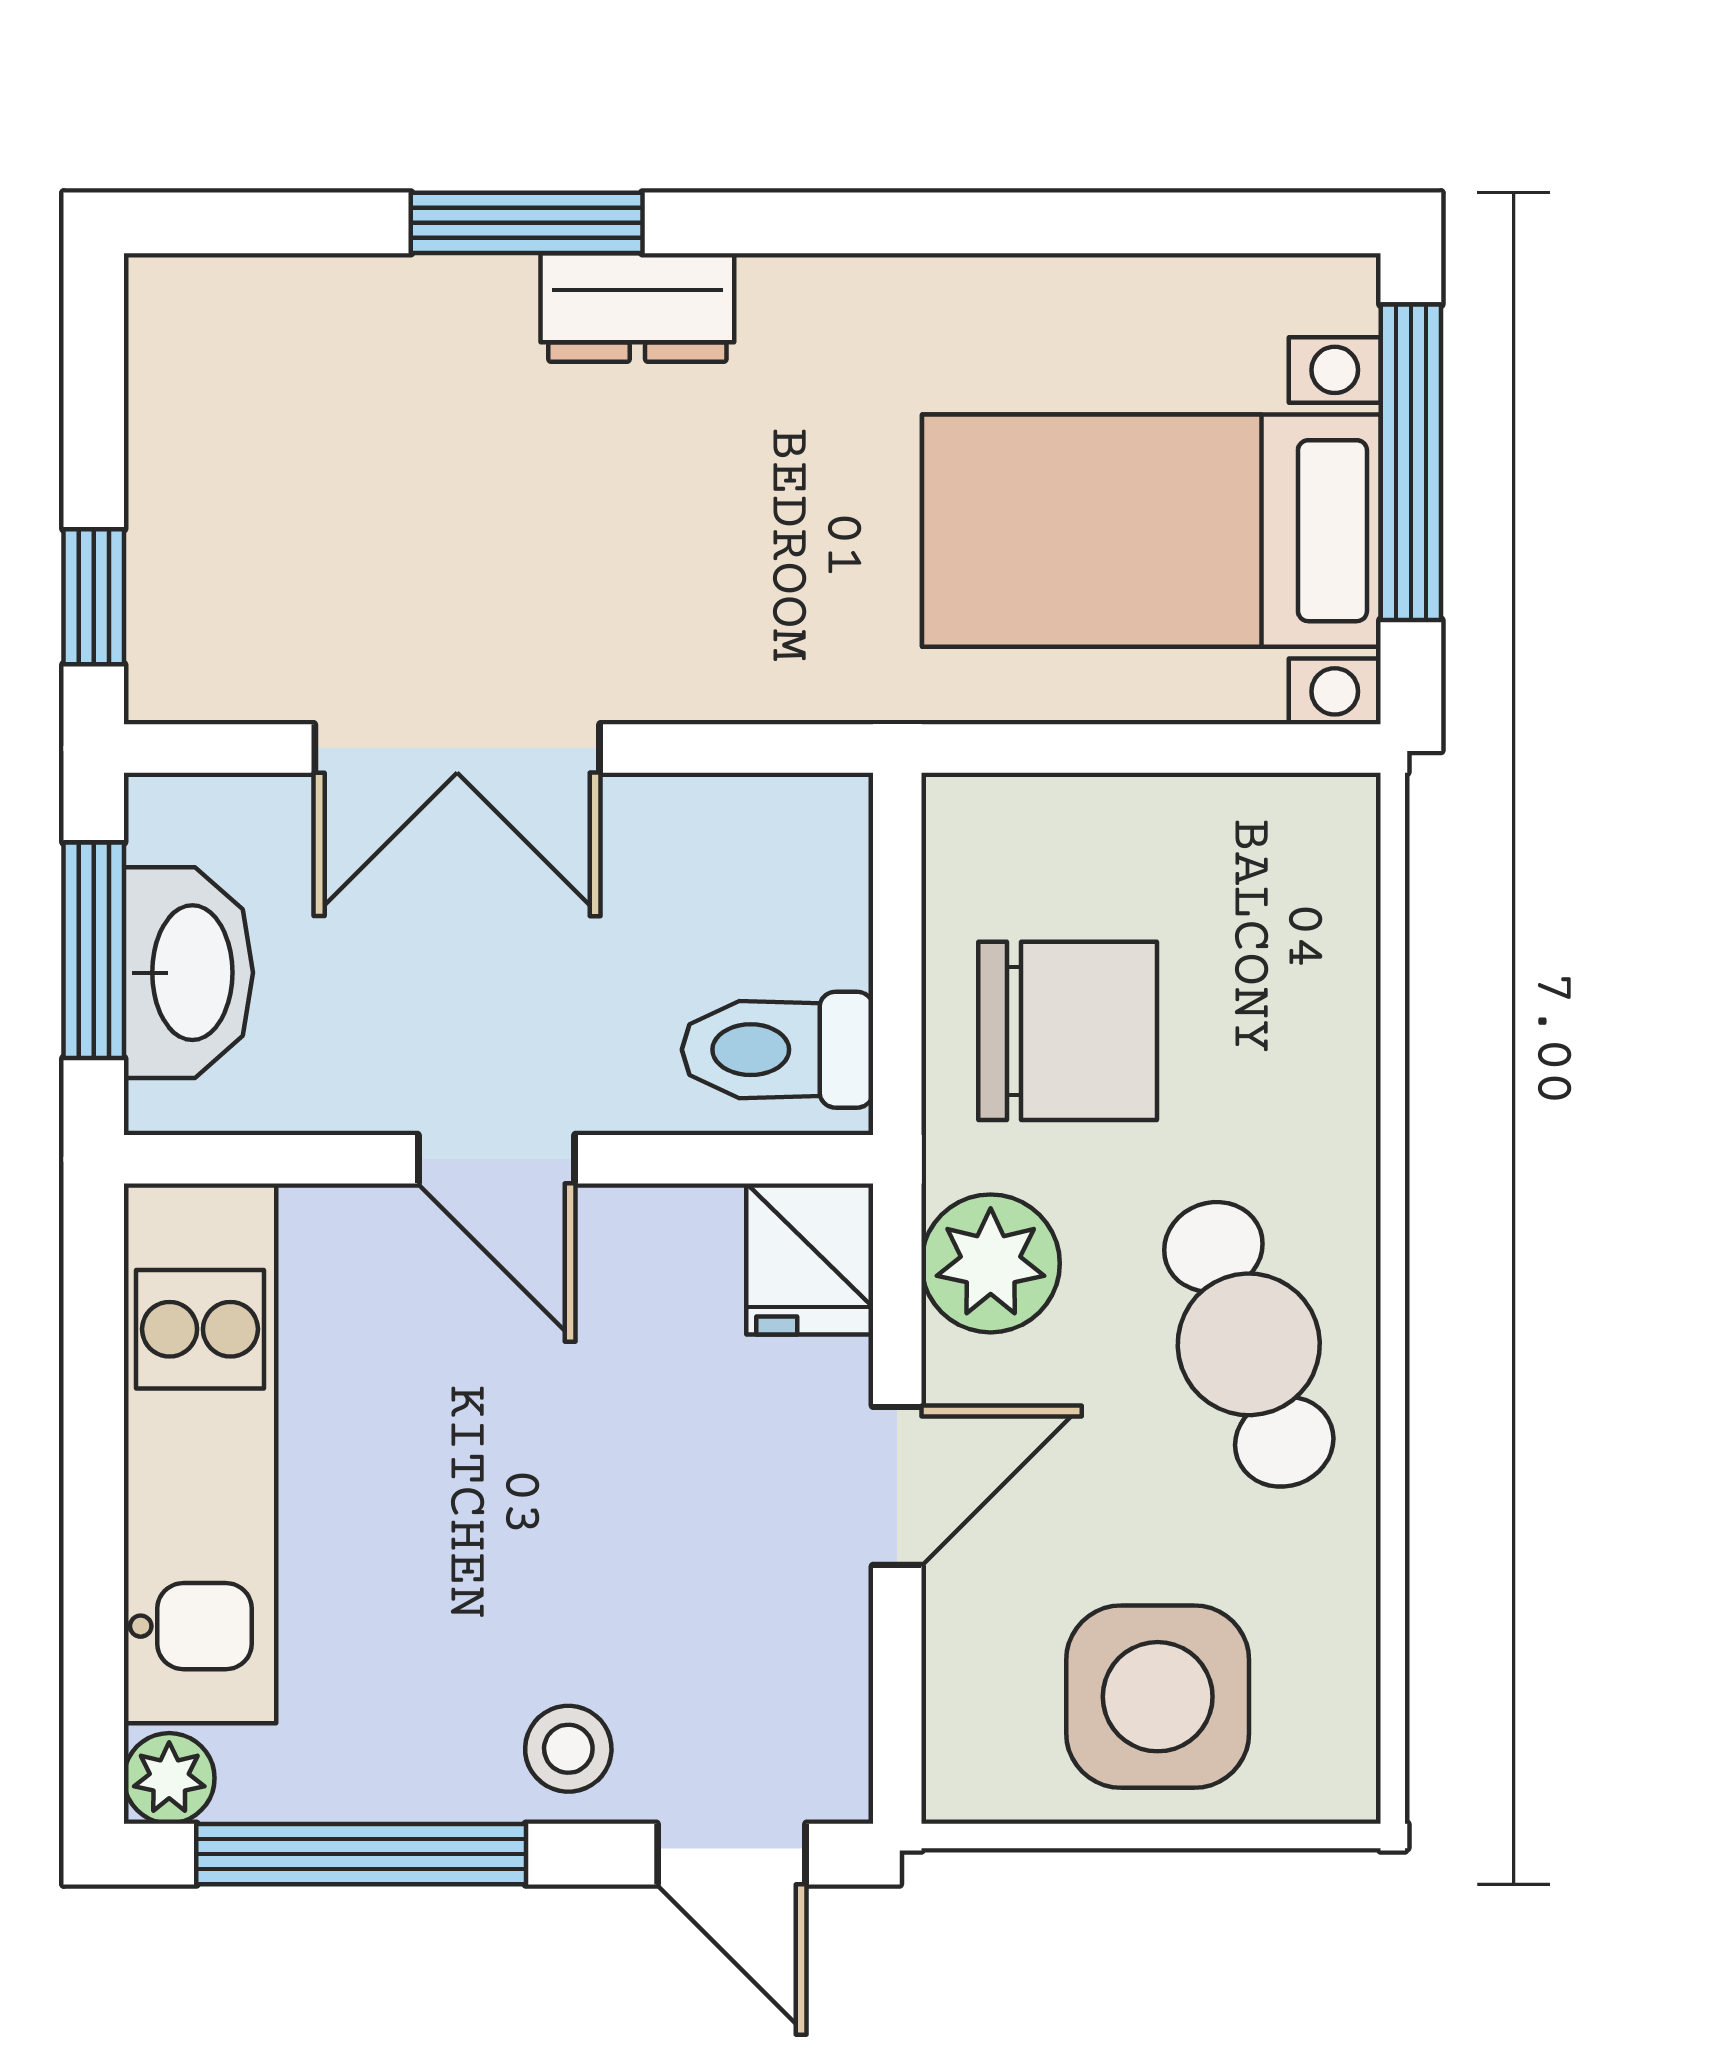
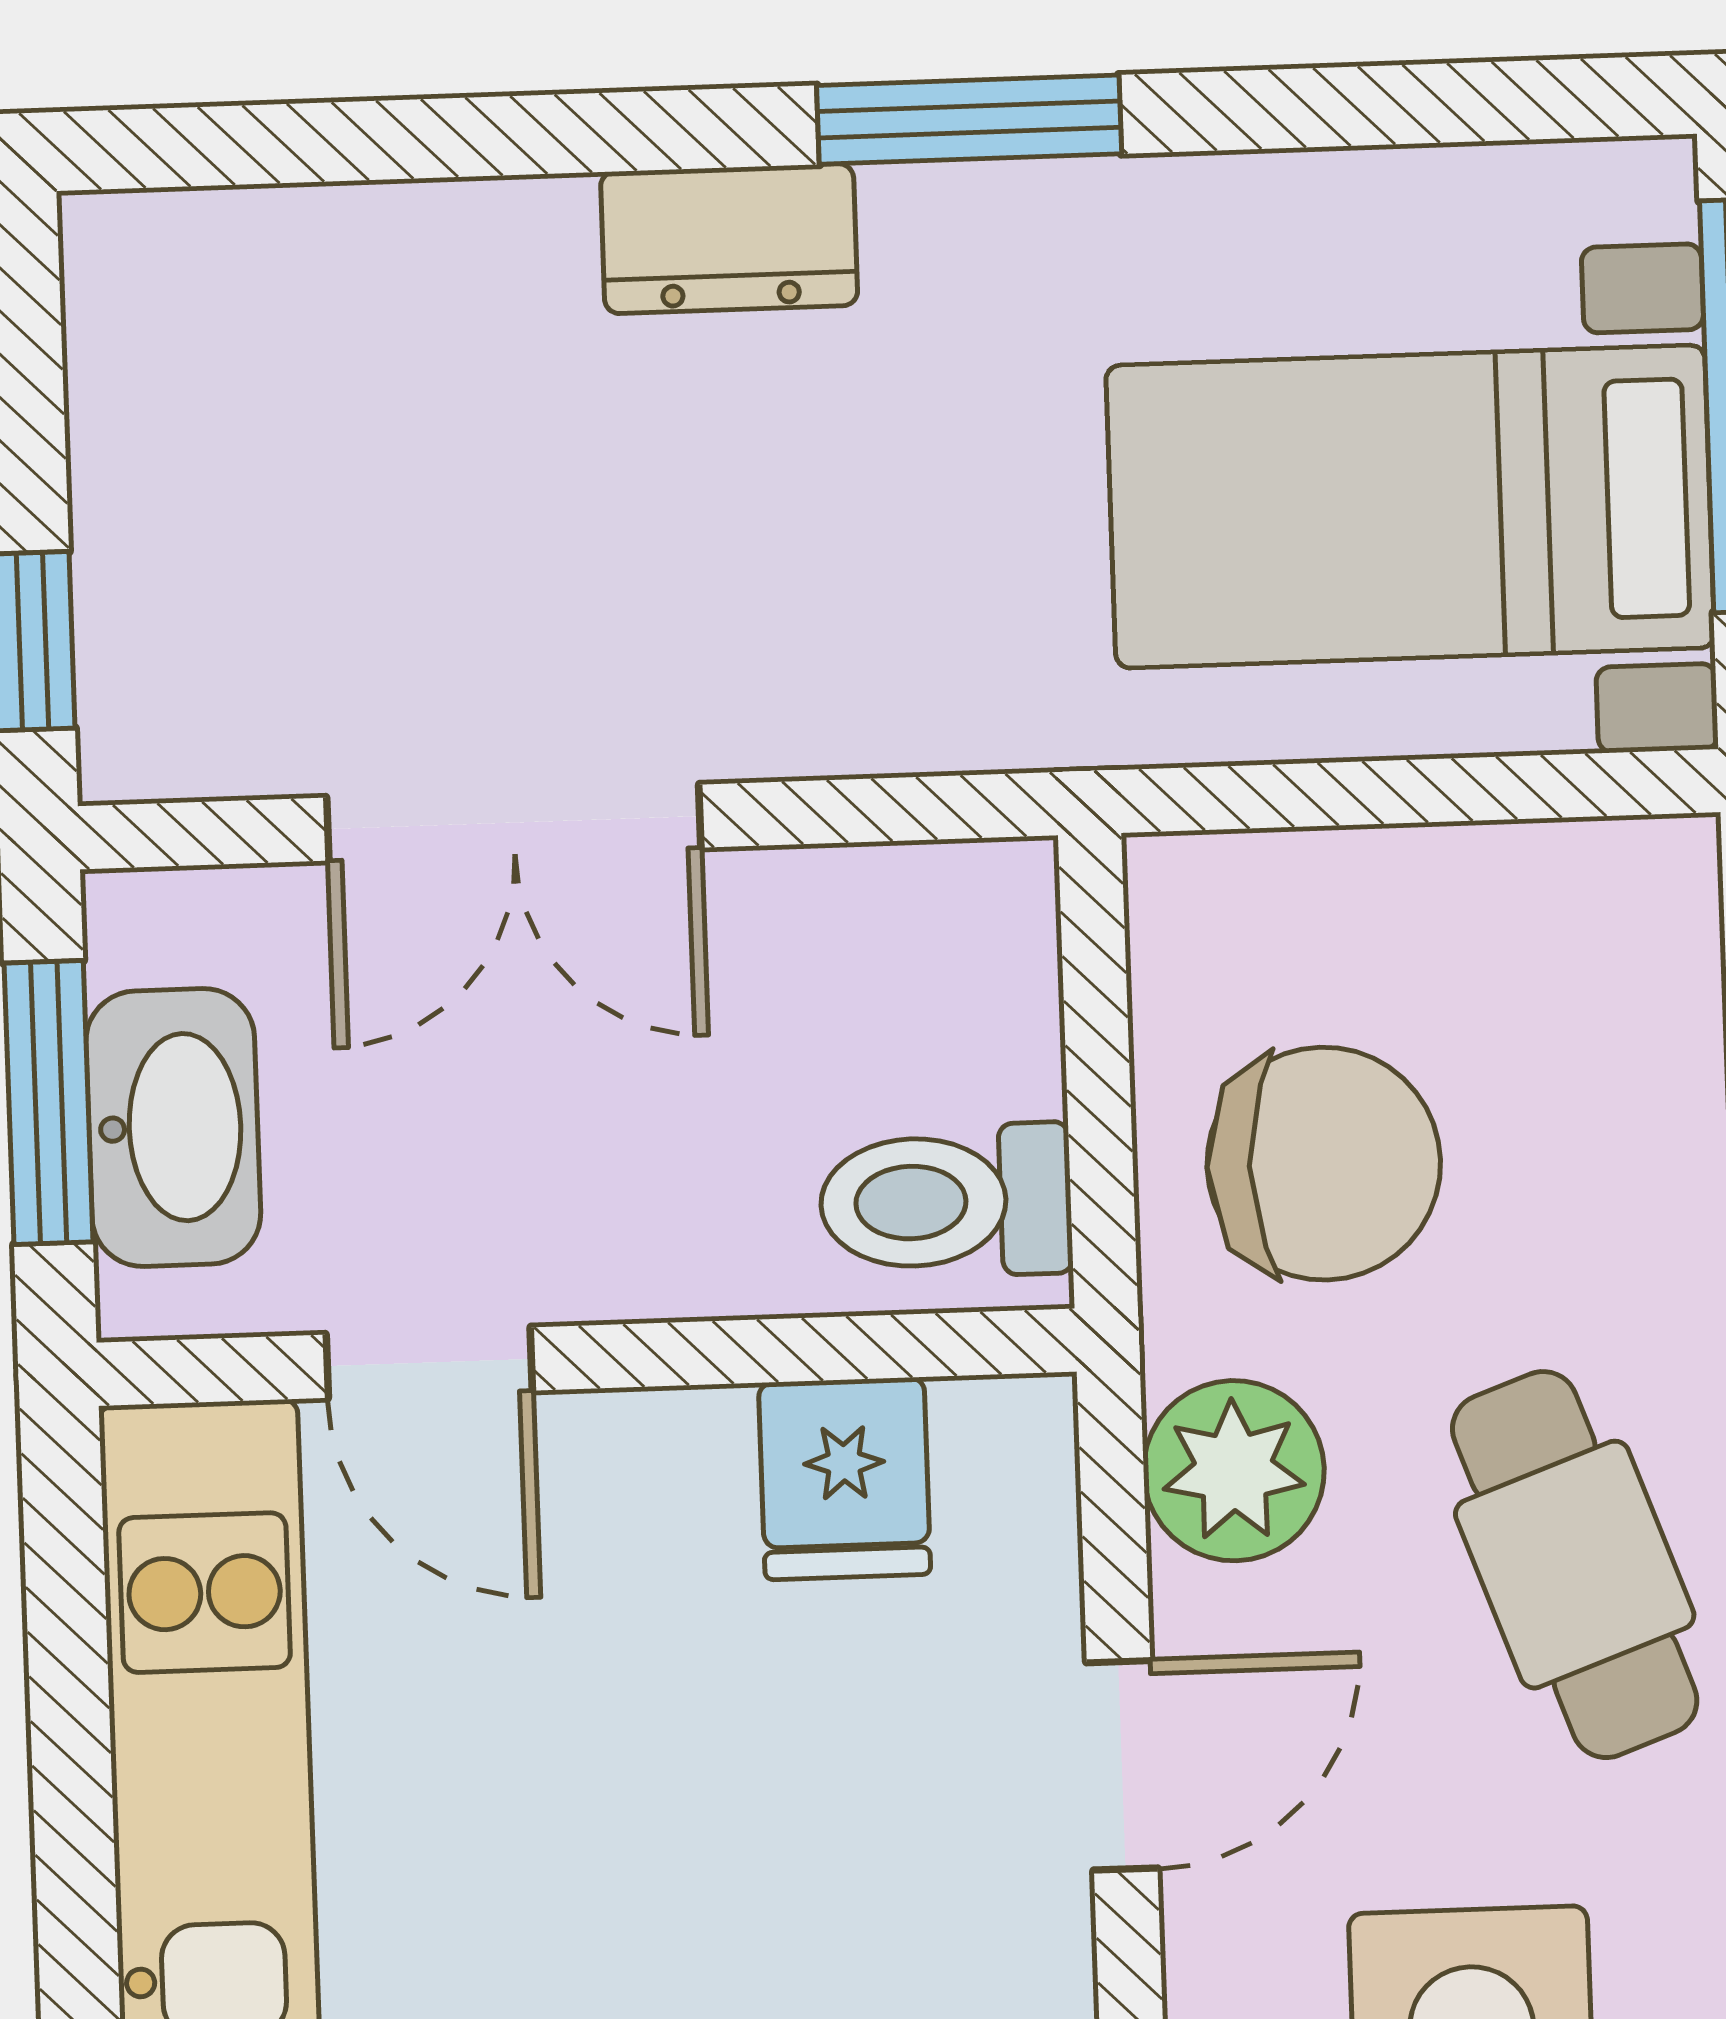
window: (527, 223) -> (969, 120), moved
door: (496, 1159) -> (429, 1363), moved
fridge: (810, 1259) -> (845, 1479), moved

